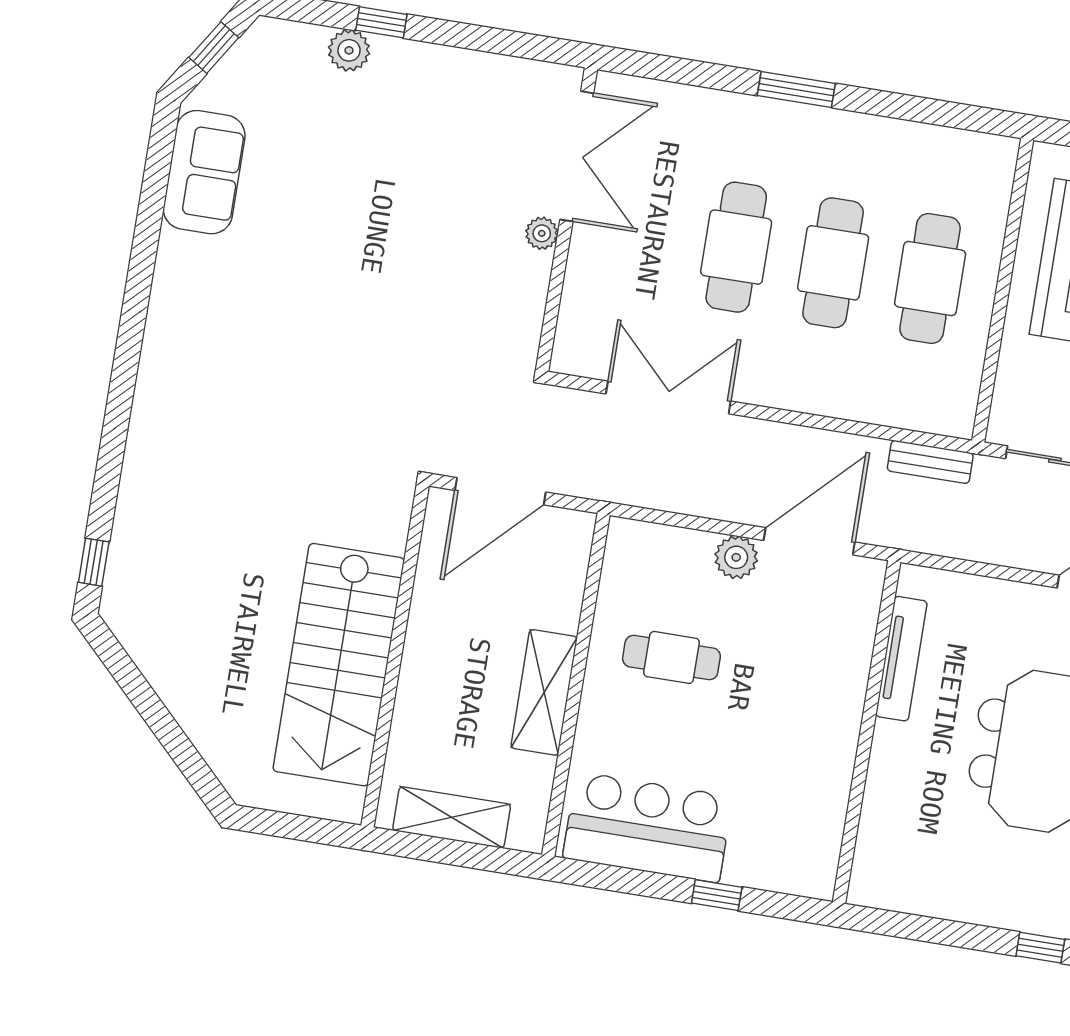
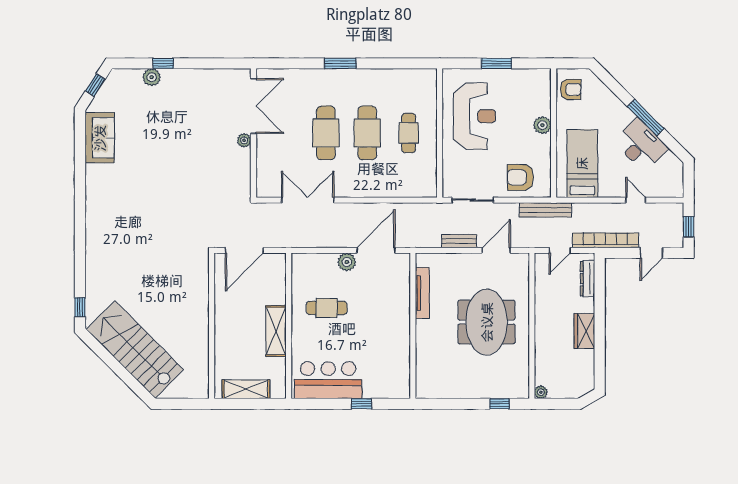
cafe table: (930, 279) -> (409, 133), width x0.73, depth x0.74
bench: (930, 462) -> (459, 241), moved
stairs: (339, 665) -> (135, 349), moved, turned 135

